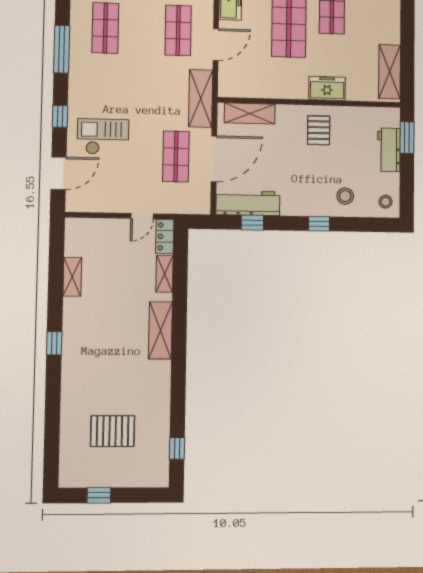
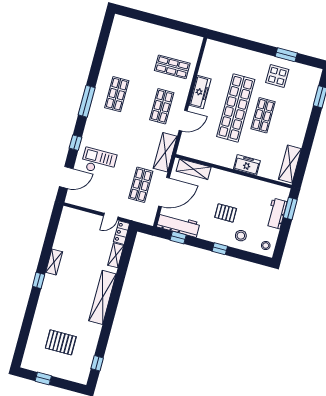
pallet: (319, 130) -> (226, 213), moved, turned 90
shelving: (72, 277) -> (54, 262), moved
shelving: (160, 330) -> (102, 297), width x1.47

